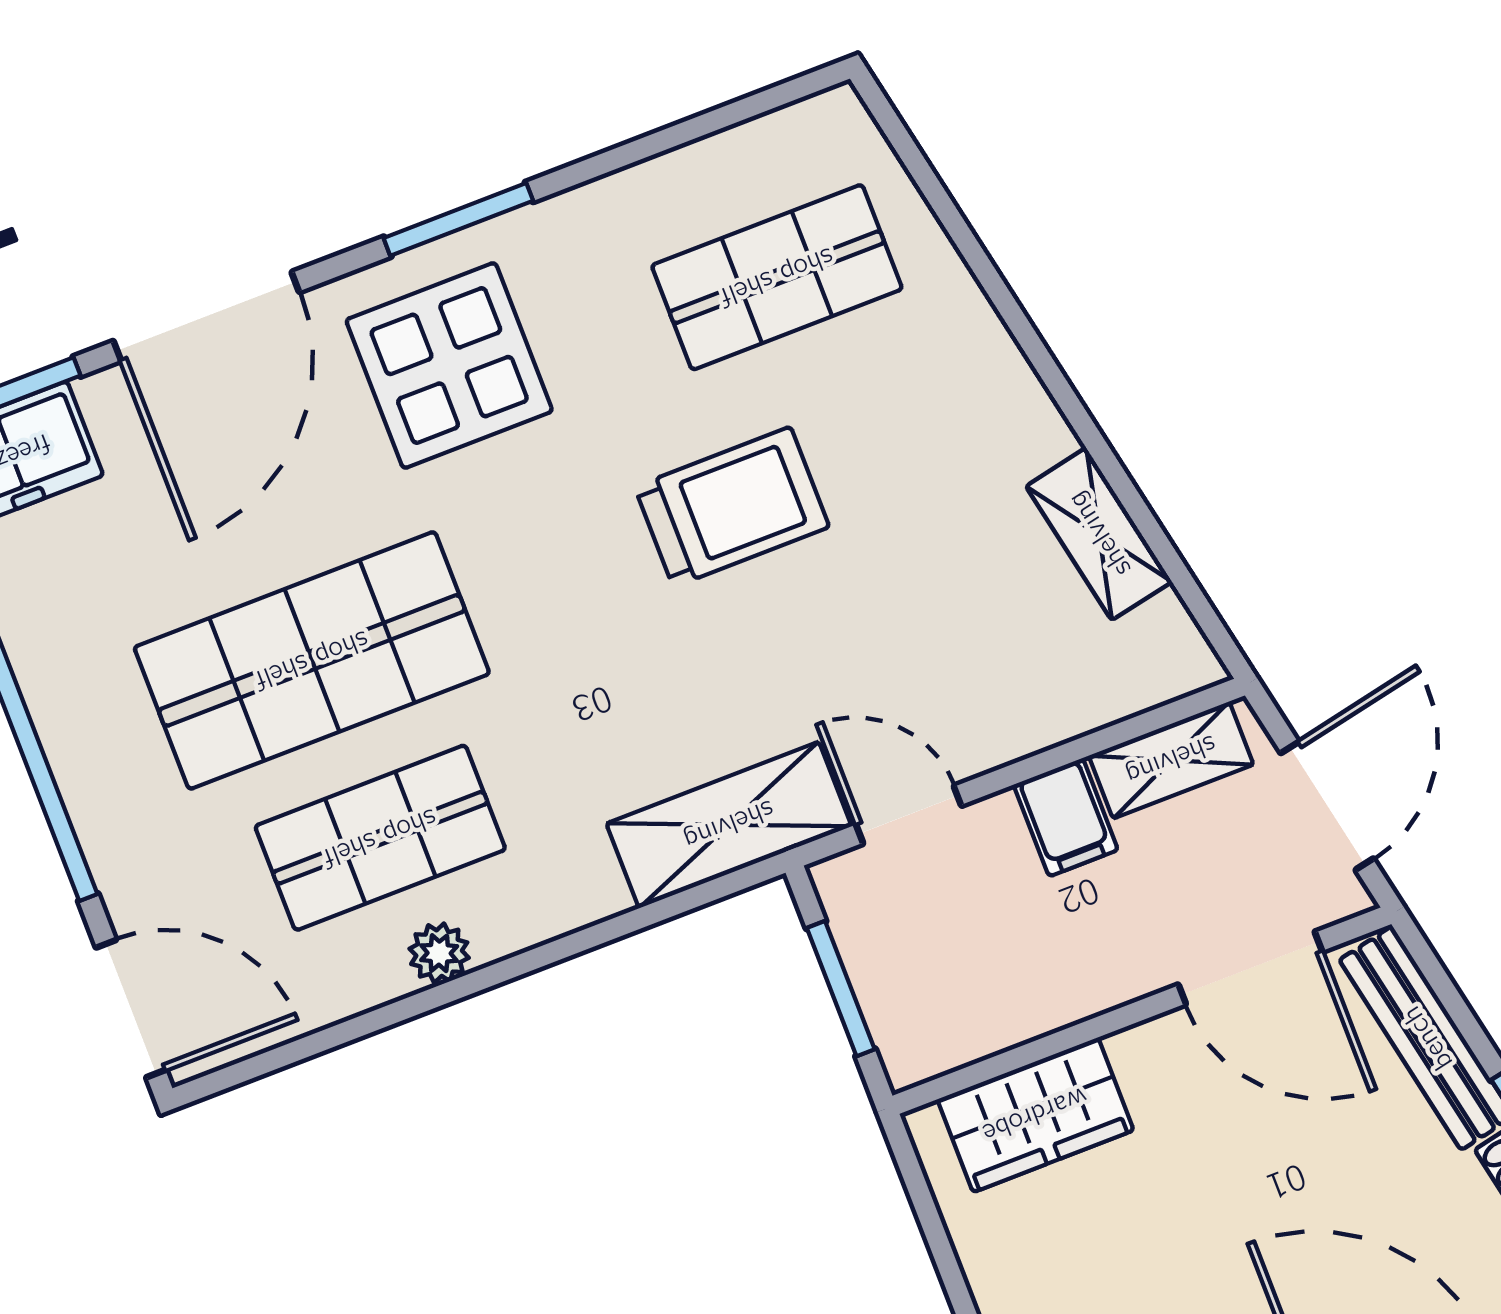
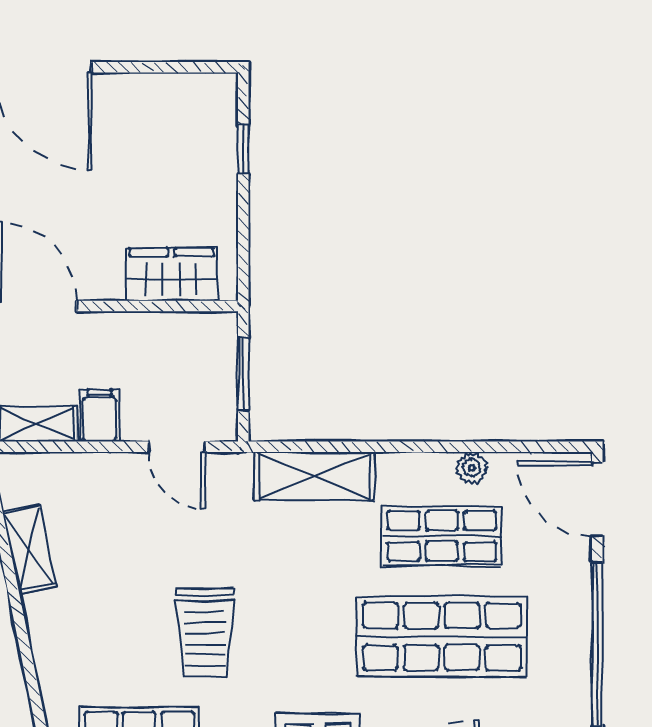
trolley: (732, 507) -> (205, 632), turned -90
shelving: (729, 825) -> (314, 476), moved
plant: (439, 953) -> (472, 468), moved

